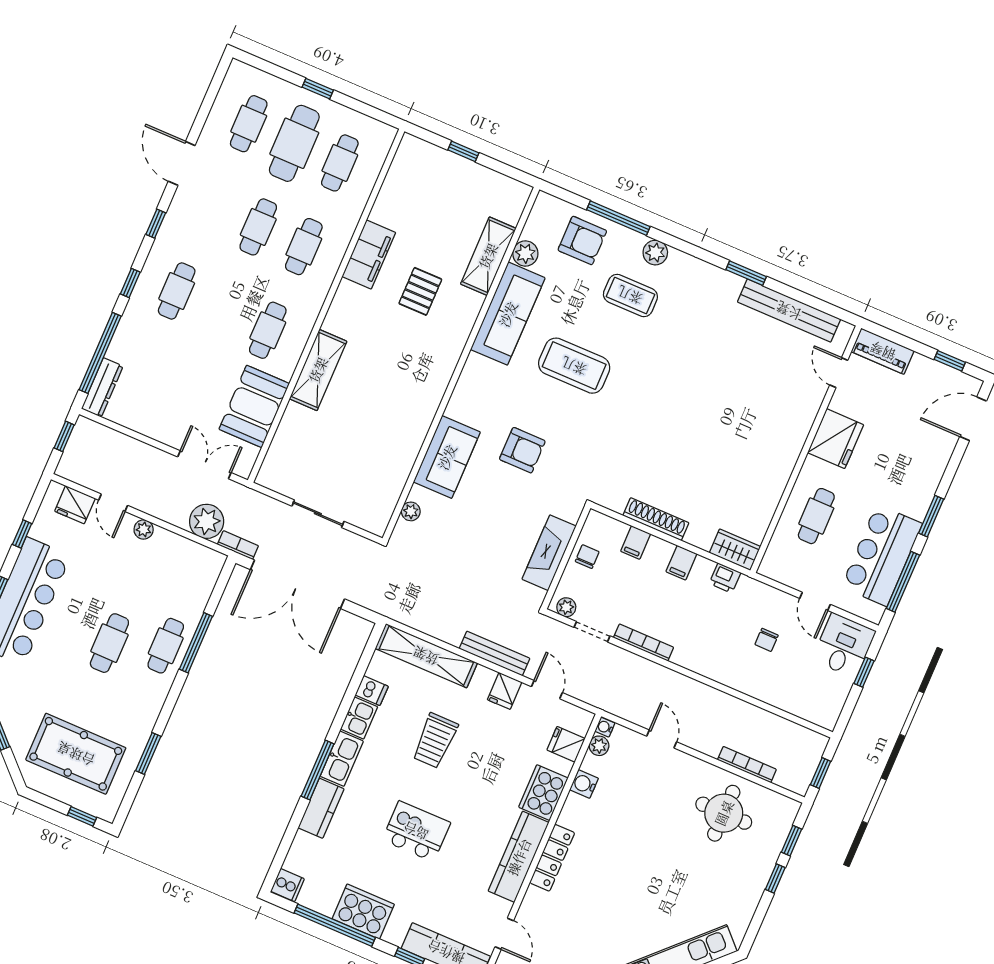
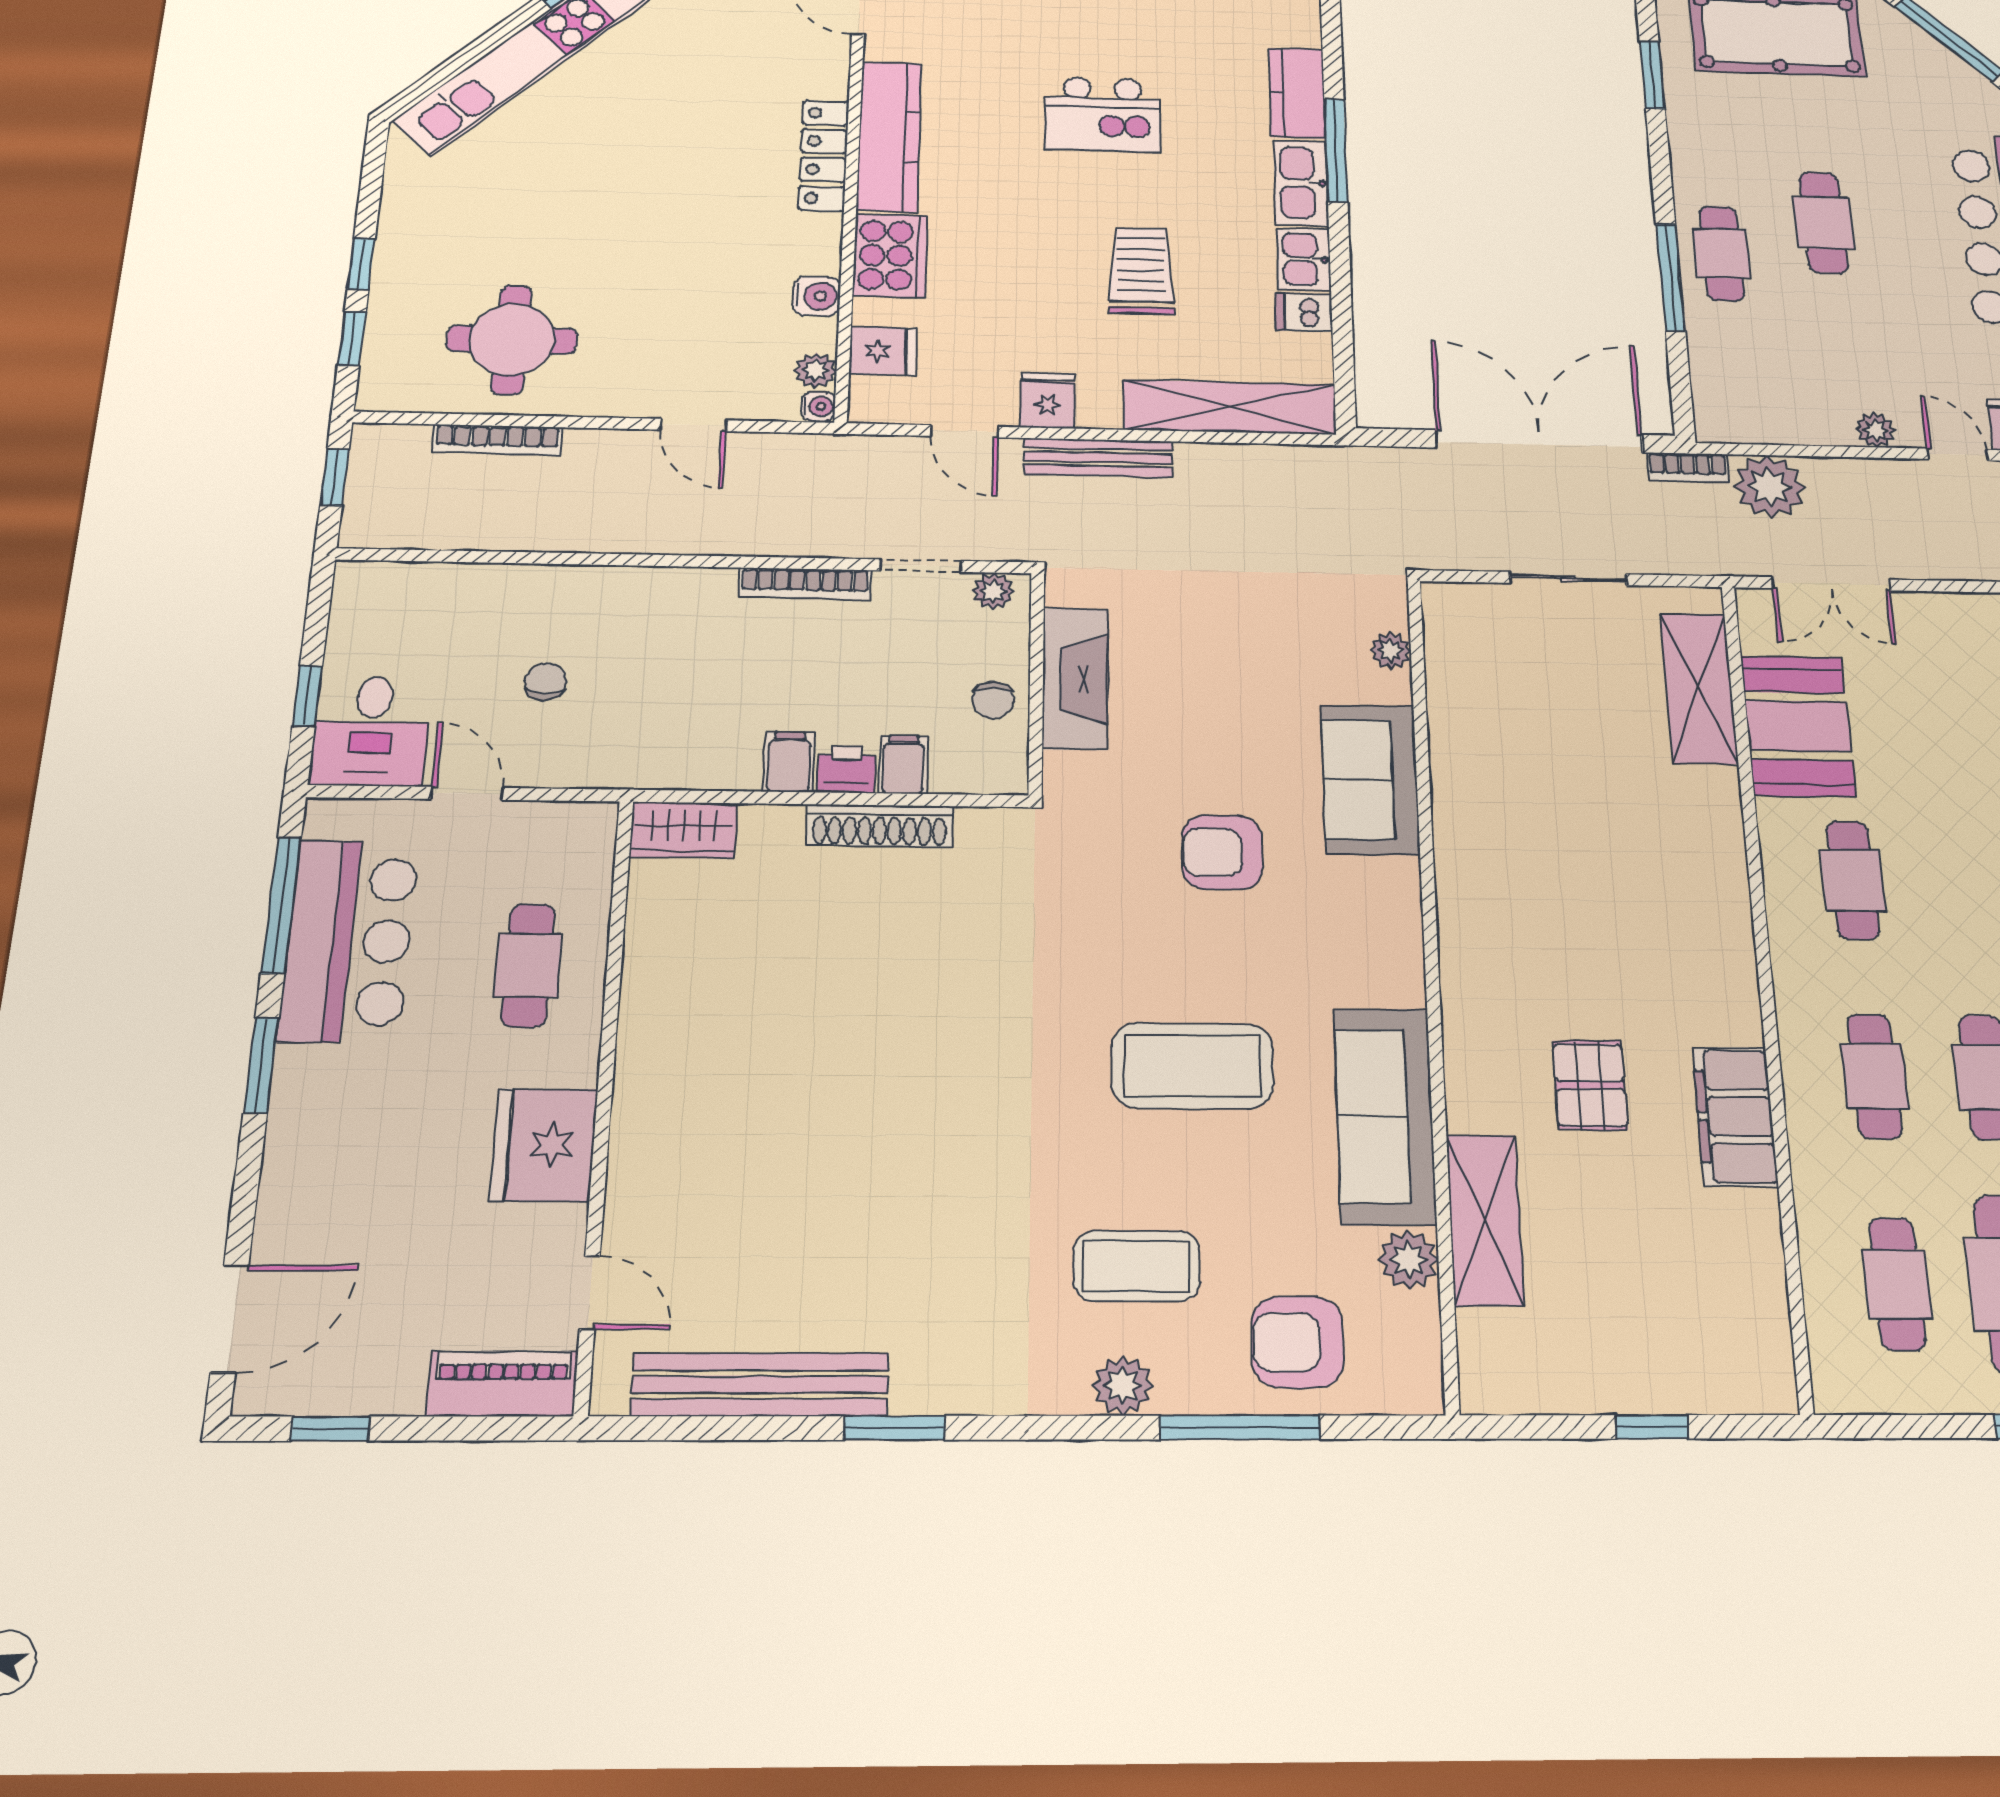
shelving: (318, 370) -> (1699, 688), moved
printer: (725, 578) -> (846, 769), moved

